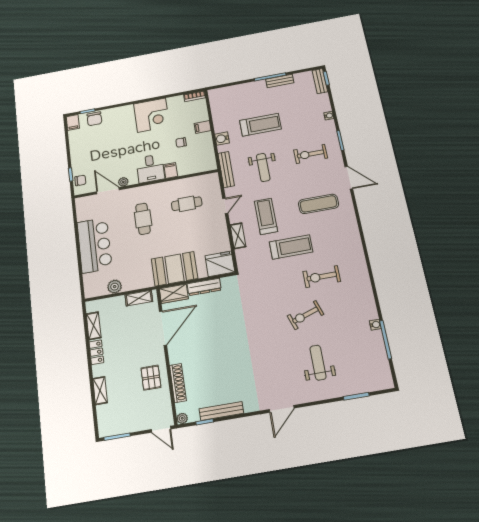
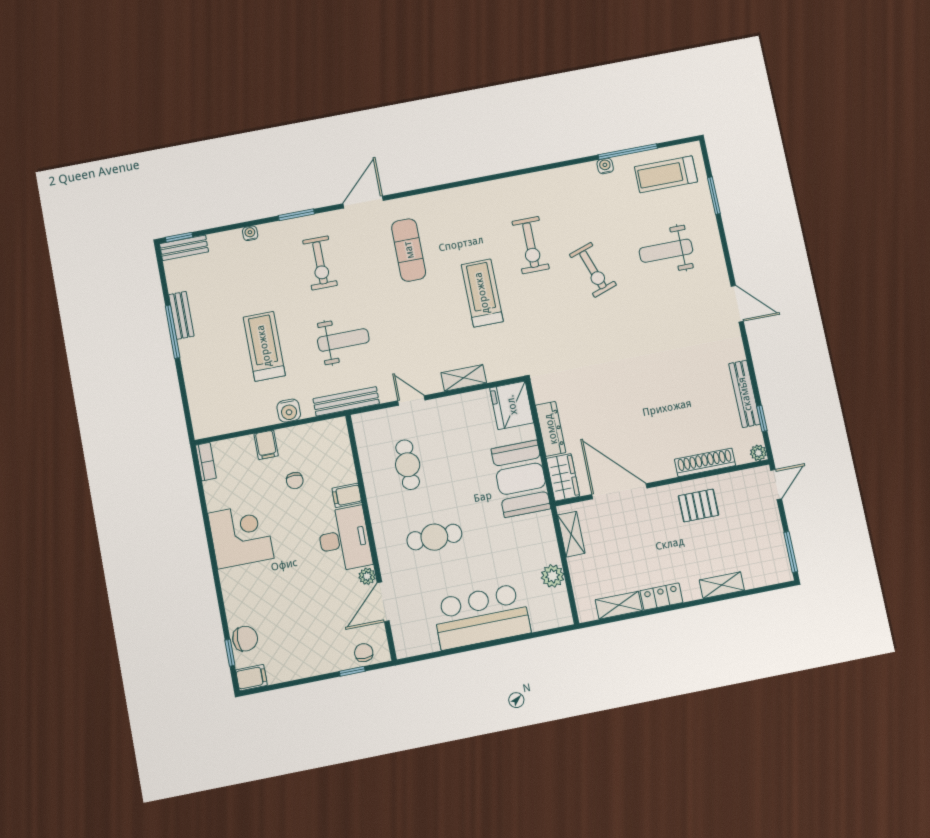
desk: (150, 168) -> (344, 539), width x1.37
treadmill: (266, 216) -> (666, 174), moved

